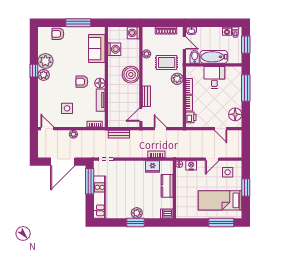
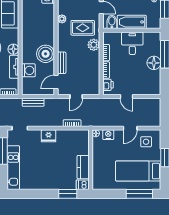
washing machine: (114, 49) -> (28, 70), moved
boiler: (131, 75) -> (46, 54), moved
floor lamp: (235, 114) -> (154, 63), moved
door: (160, 129) -> (76, 97), swing flipped
door: (221, 129) -> (126, 97), moved
fridge: (153, 167) -> (49, 136), moved
kitchen counter: (167, 186) -> (83, 167), moved
plant: (137, 213) -> (52, 184), removed
window: (136, 222) -> (68, 194), moved

